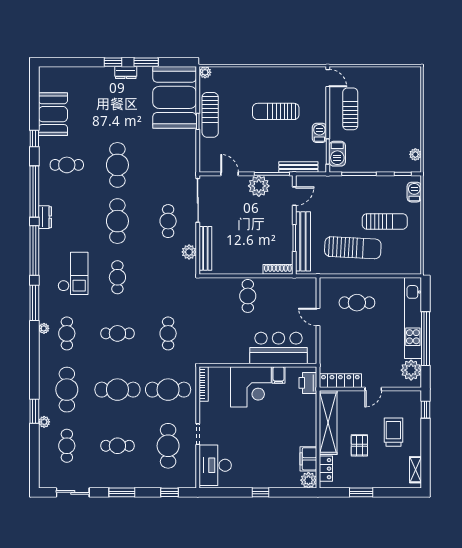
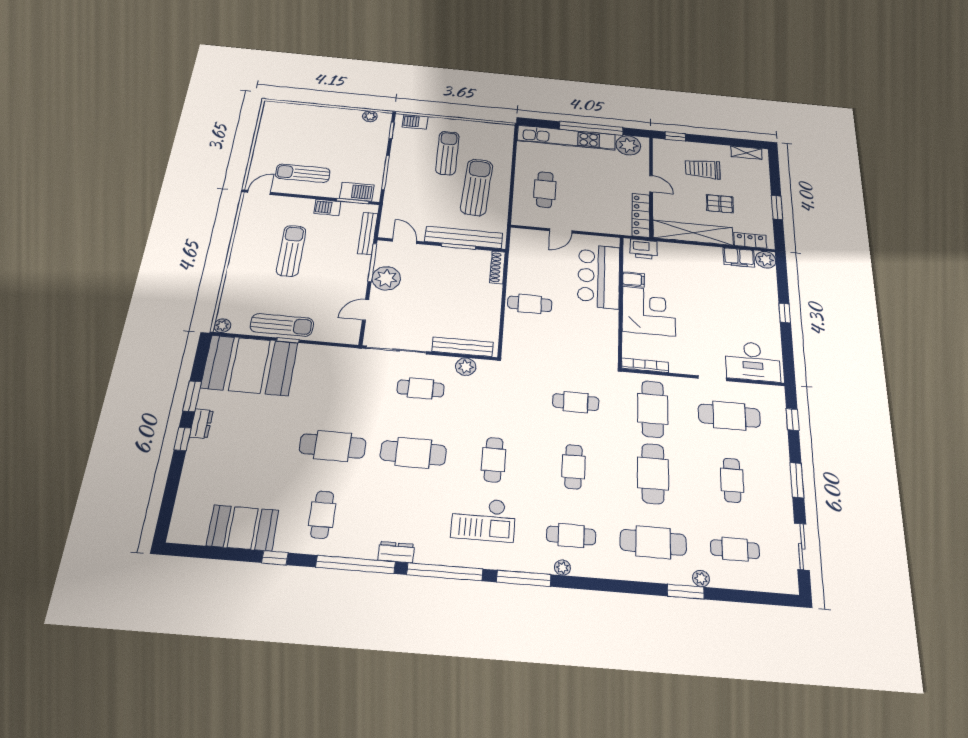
sun lounger: (276, 111) -> (291, 251), turned 180
checkout: (73, 273) -> (484, 519), turned 180
cafe table: (117, 277) -> (494, 460), turned 90

